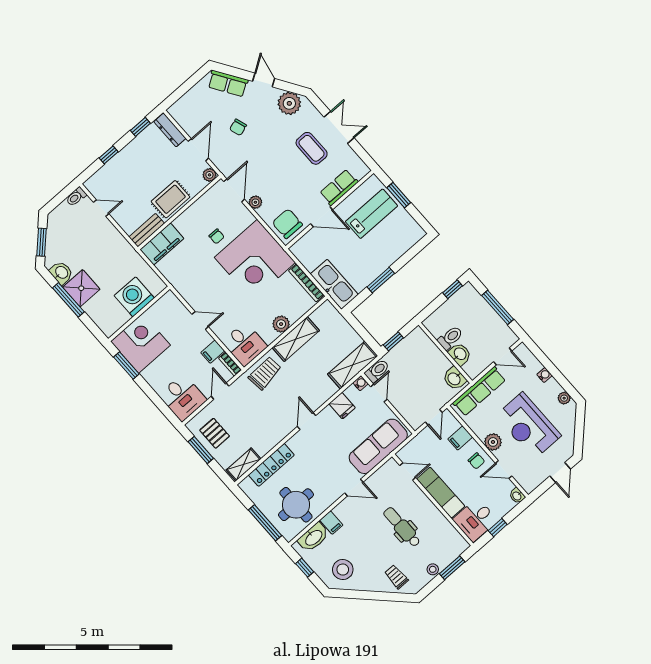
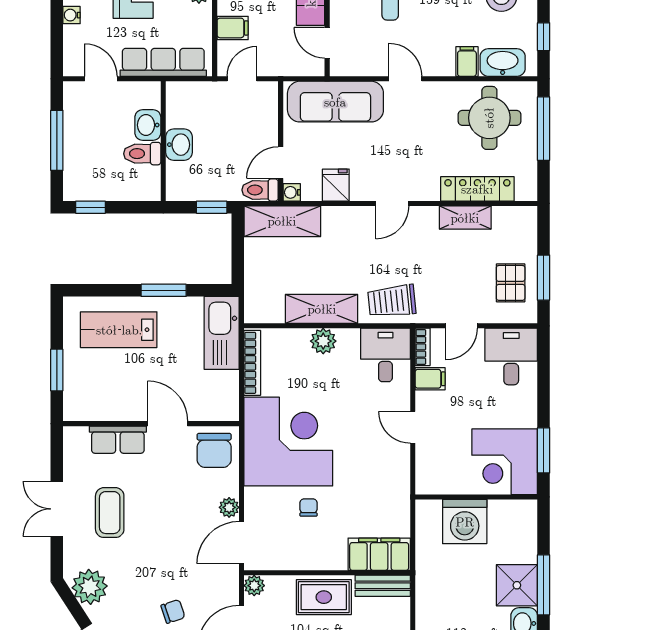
lab bench: (372, 214) -> (119, 330), moved
washbasin: (454, 379) -> (179, 145), moved
shelving: (243, 464) -> (465, 218), moved

